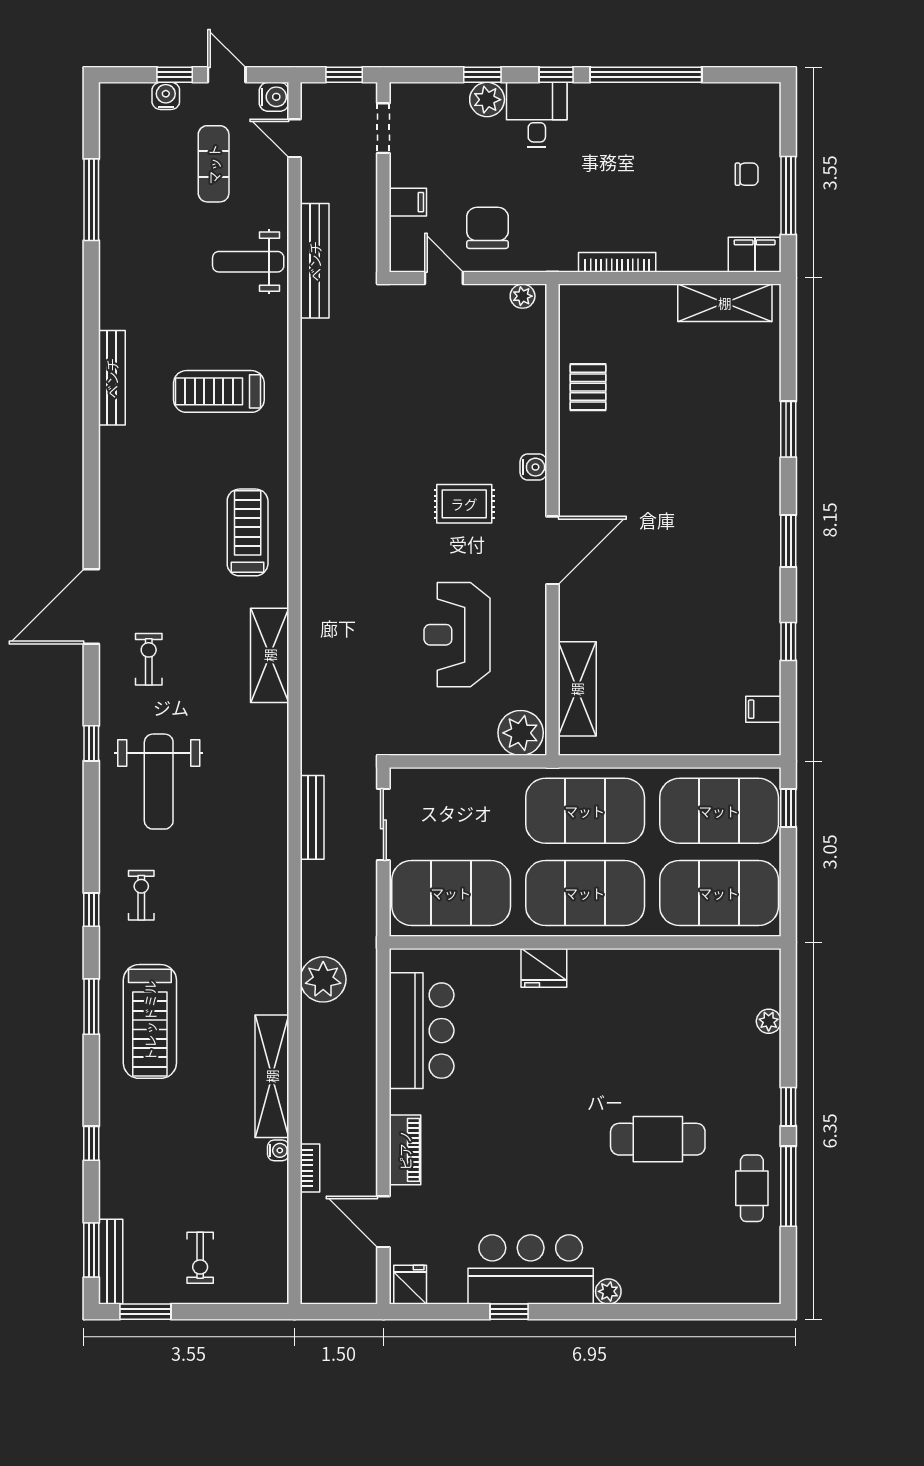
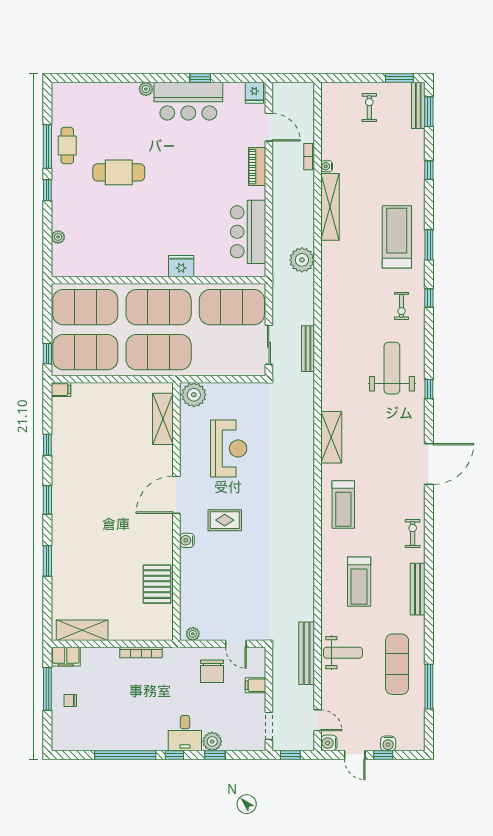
exercise mat: (214, 164) -> (397, 664), moved, width x1.36, depth x1.45
pallet: (588, 387) -> (157, 584), width x1.50, depth x1.42
treadmill: (219, 391) -> (359, 582), turned 90
exercise bike: (149, 659) -> (413, 533), moved, turned 180
filing cabinet: (763, 709) -> (61, 390), moved

